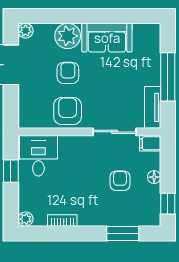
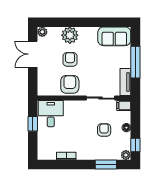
sofa: (107, 38) -> (114, 36), moved
plant: (26, 219) -> (126, 155), moved

